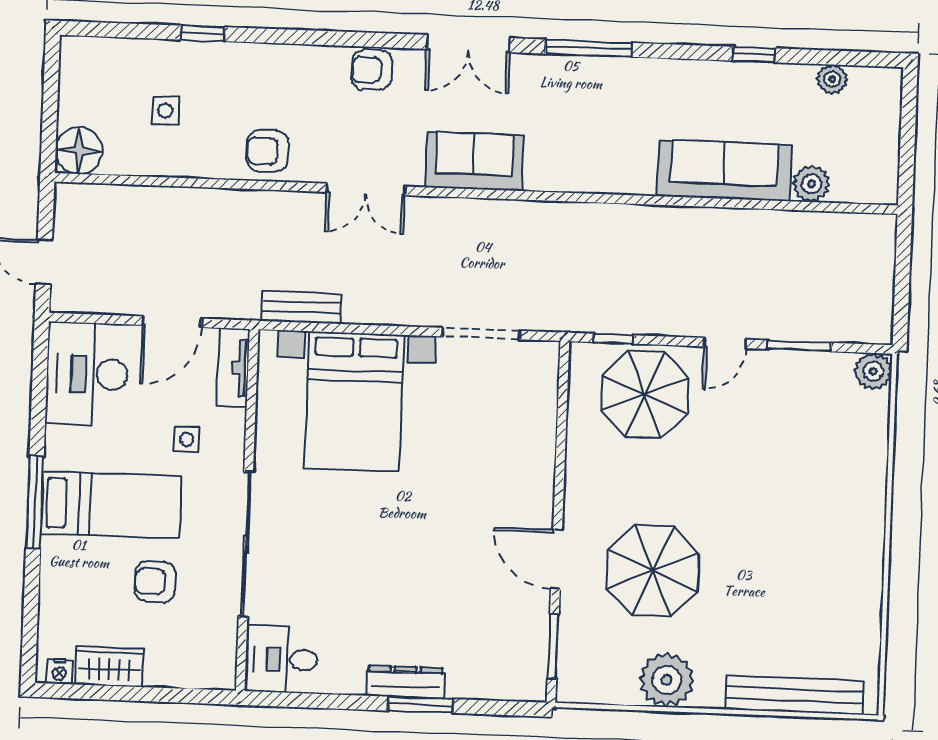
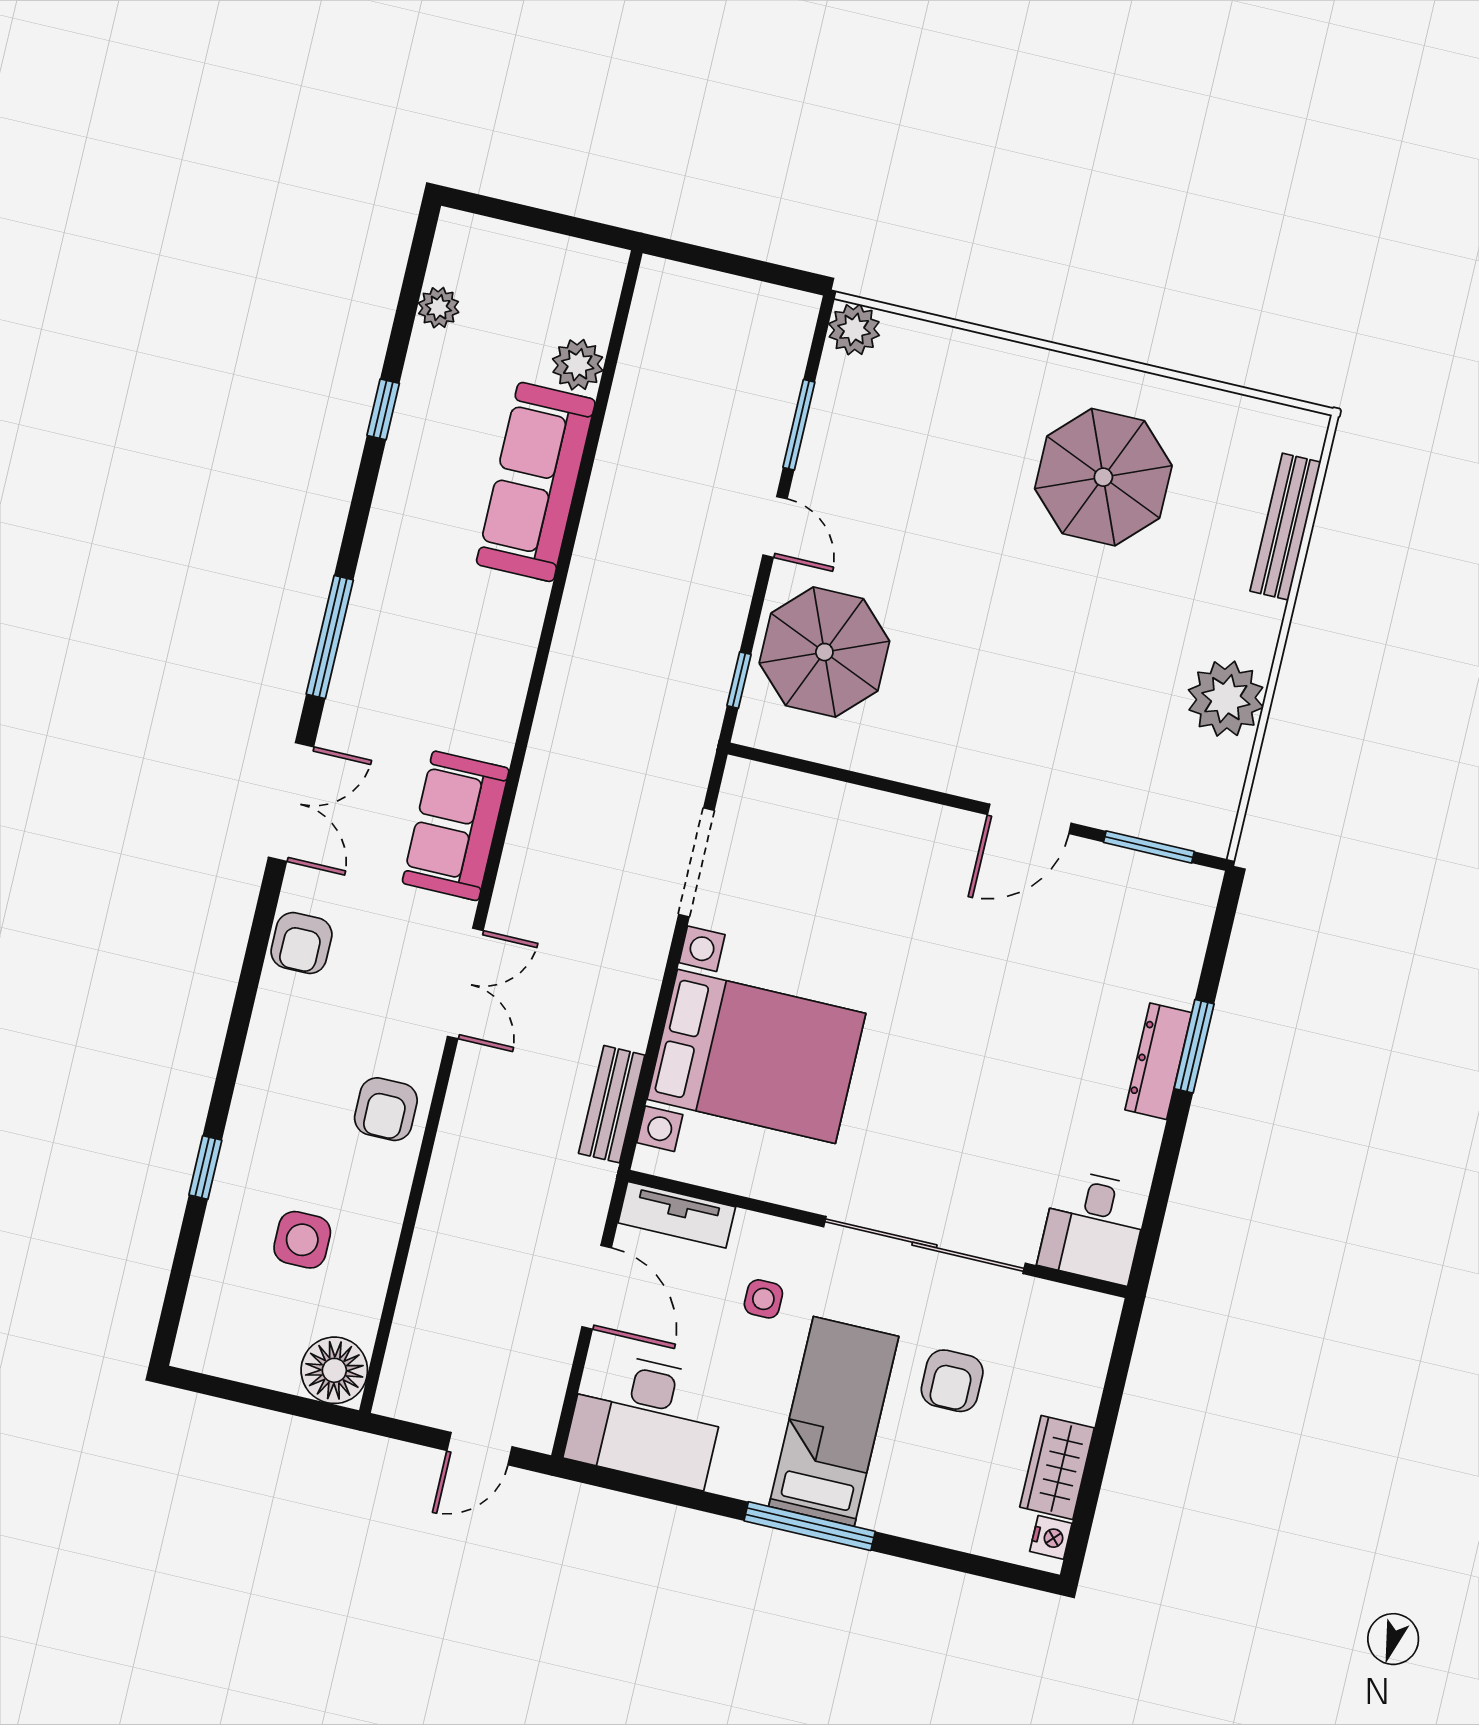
side table: (165, 111) -> (302, 1240), width x1.37, depth x1.37
parasol: (653, 571) -> (1103, 477), moved
bench: (794, 695) -> (1285, 527), width x0.73, depth x0.82

